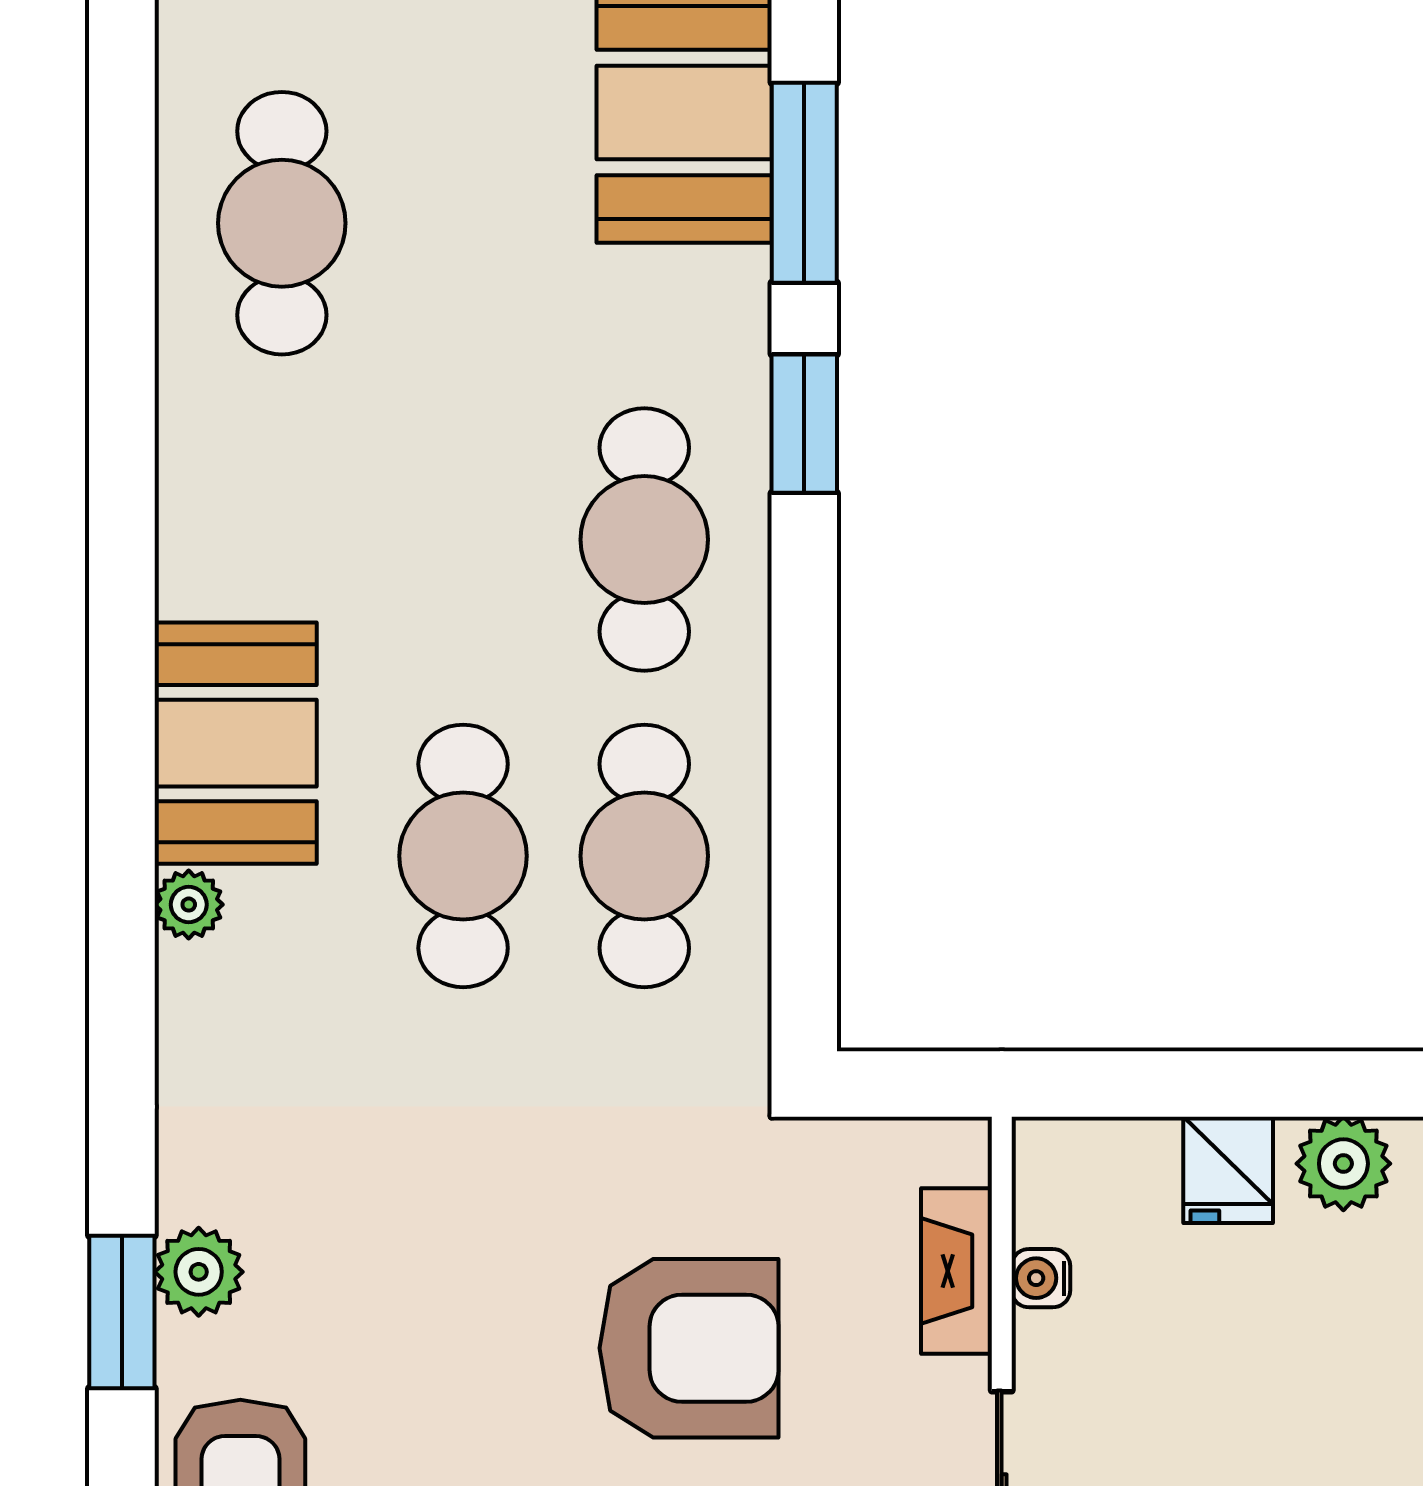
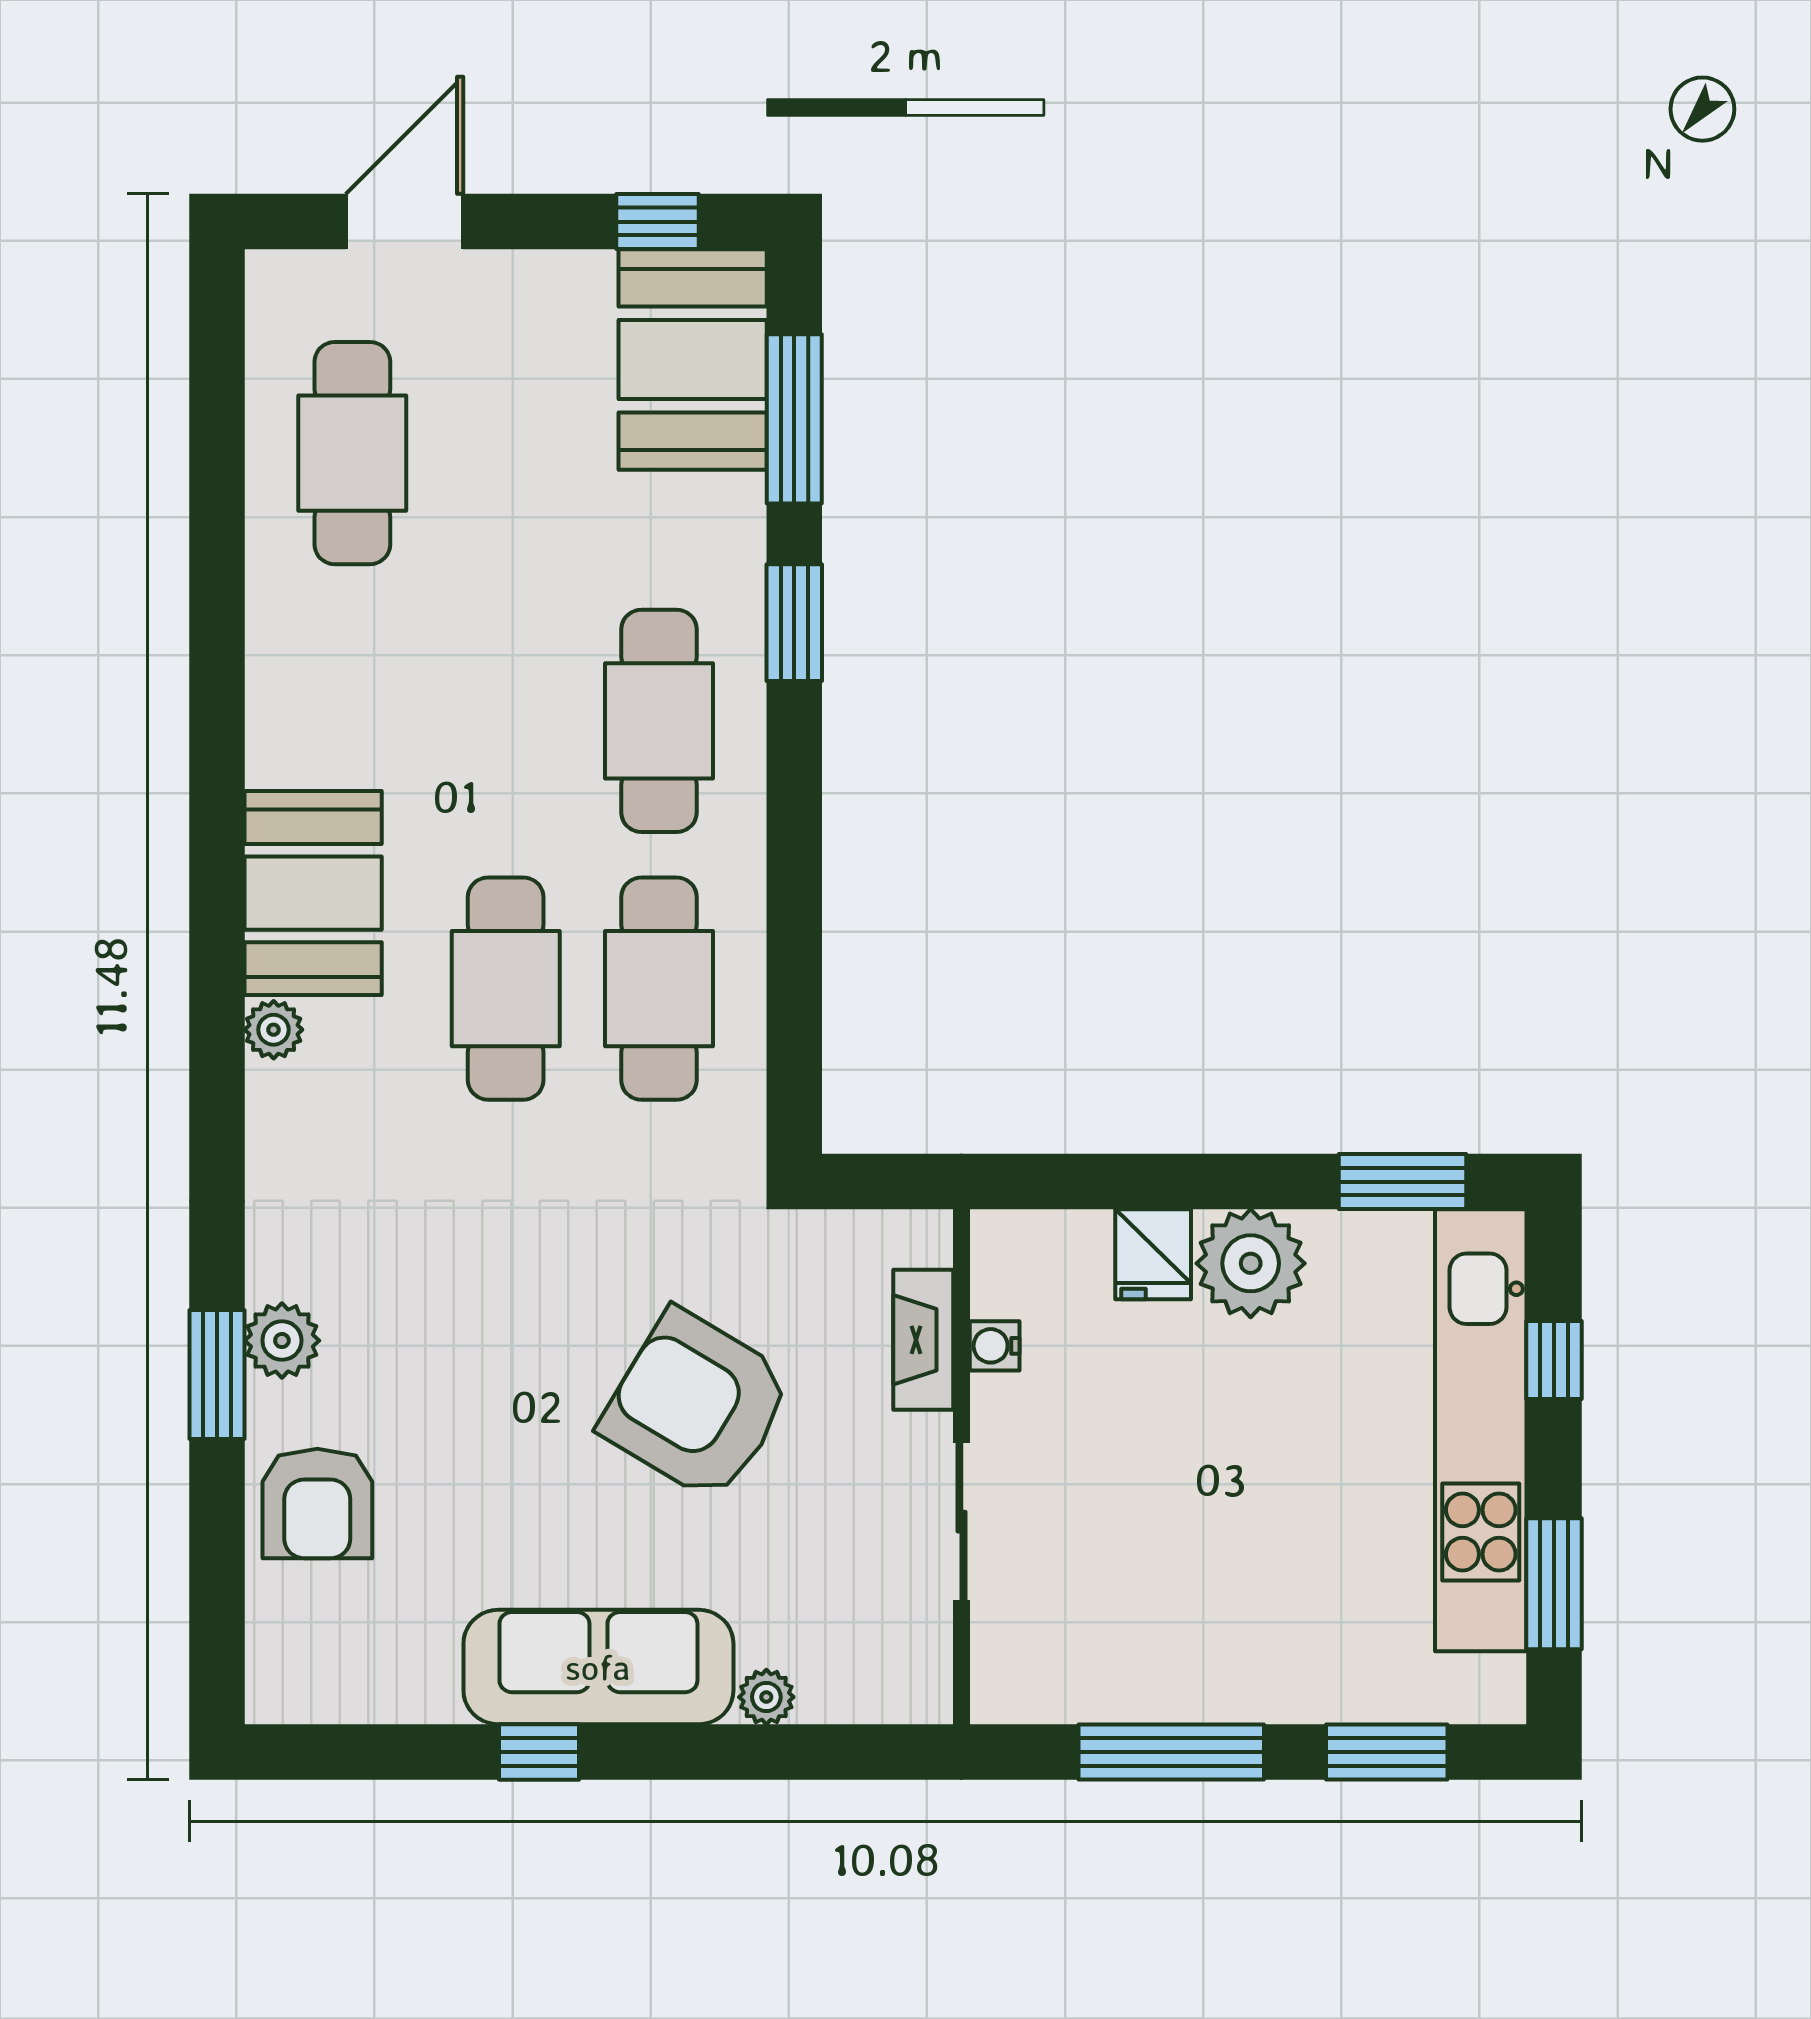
plant: (1343, 1164) -> (1251, 1263), width x1.36, depth x1.36
armchair: (689, 1348) -> (697, 1405), turned -149

